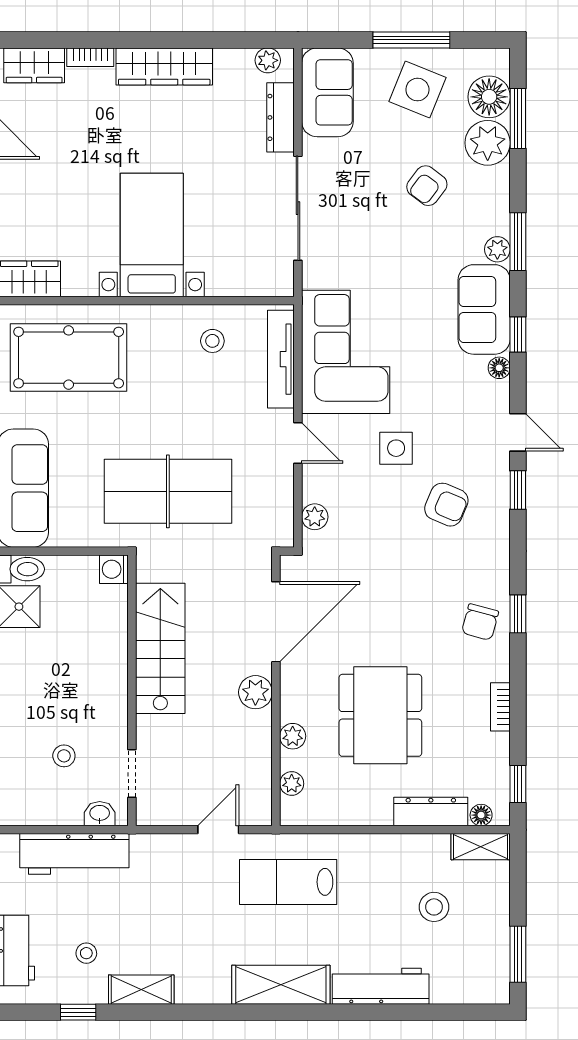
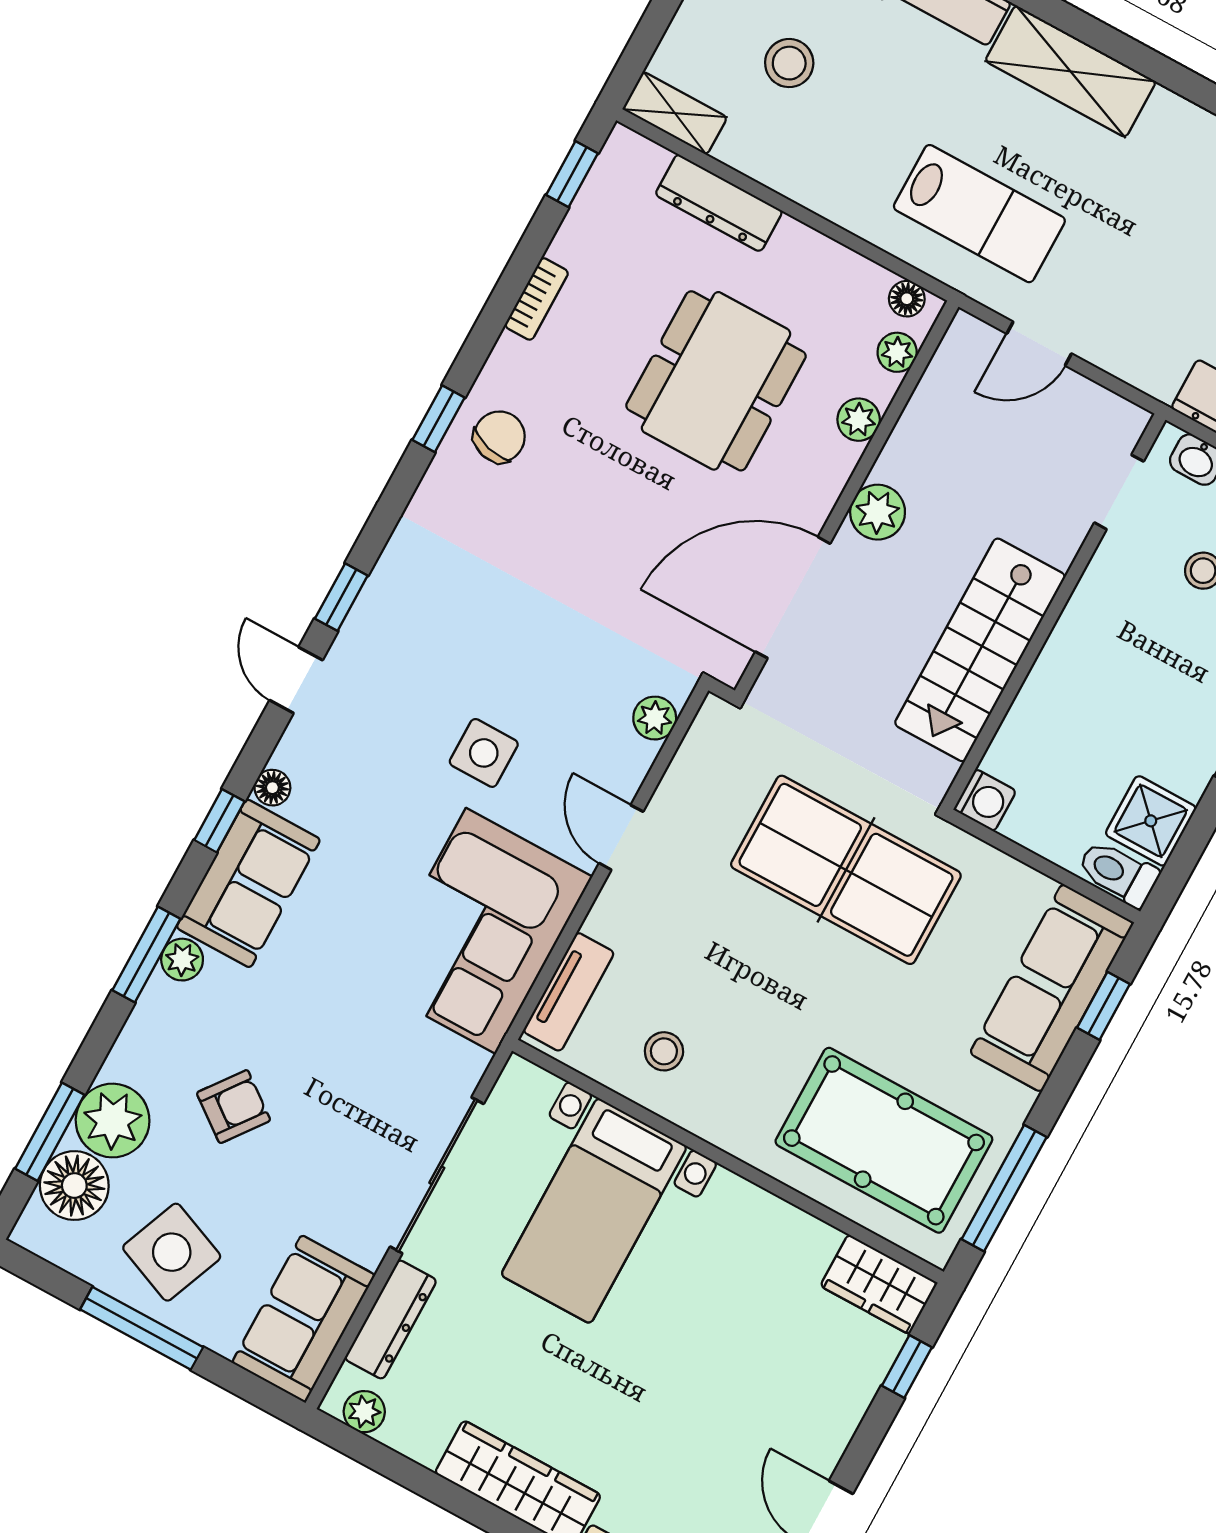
bed with nightstands: (152, 235) -> (594, 1211), moved
tv unit: (281, 359) -> (569, 992), width x0.71
armchair: (446, 505) -> (456, 632), removed
floor lamp: (481, 815) -> (907, 299), moved

